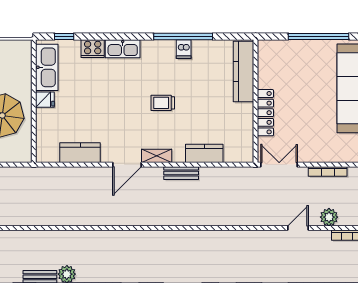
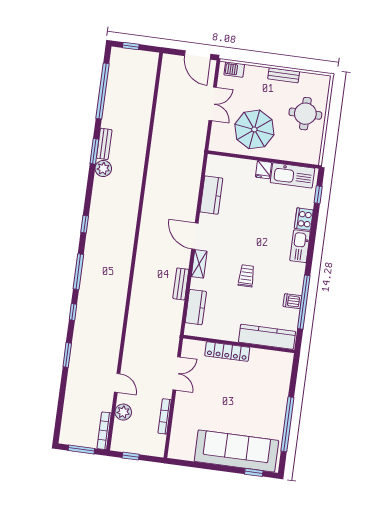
kitchen counter: (244, 72) -> (267, 337), moved
wall: (256, 101) -> (239, 344), moved
locker: (265, 113) -> (227, 352), moved

